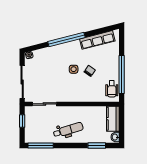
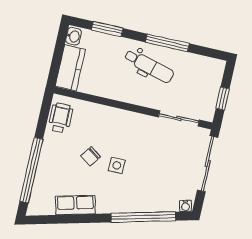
window: (66, 39) -> (143, 217), moved
row of seats: (97, 40) -> (75, 205), width x0.68
window: (122, 75) -> (31, 170), moved
dental chair: (68, 130) -> (149, 66), turned -148
window: (41, 146) -> (167, 43), moved

